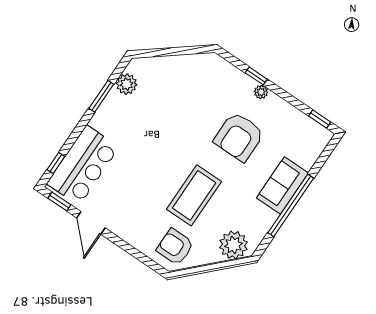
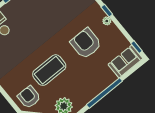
armchair: (239, 137) -> (86, 43), turned 90
sofa: (282, 185) -> (125, 61), moved

